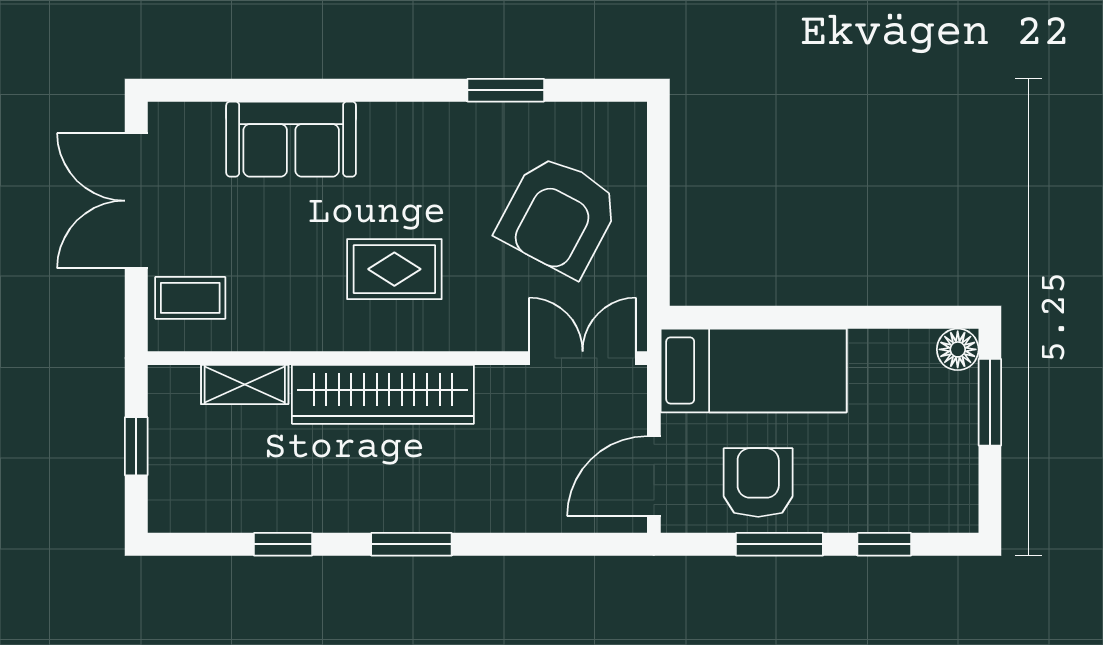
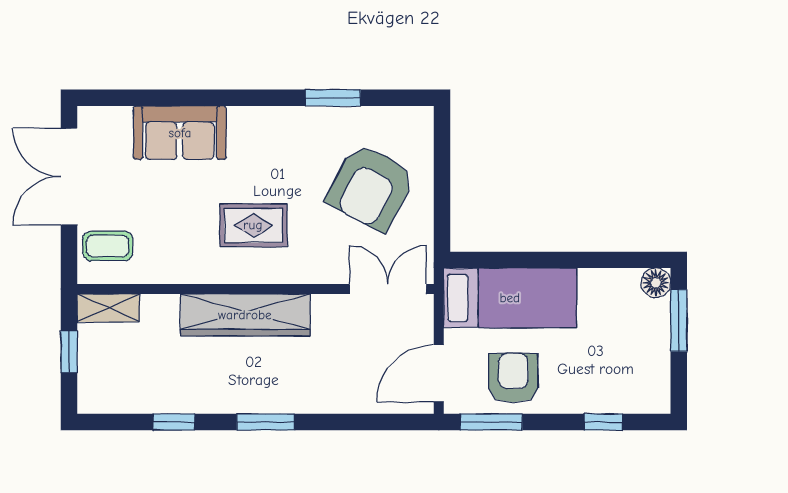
shelving: (245, 385) -> (108, 308), moved
window: (779, 544) -> (491, 422), moved

